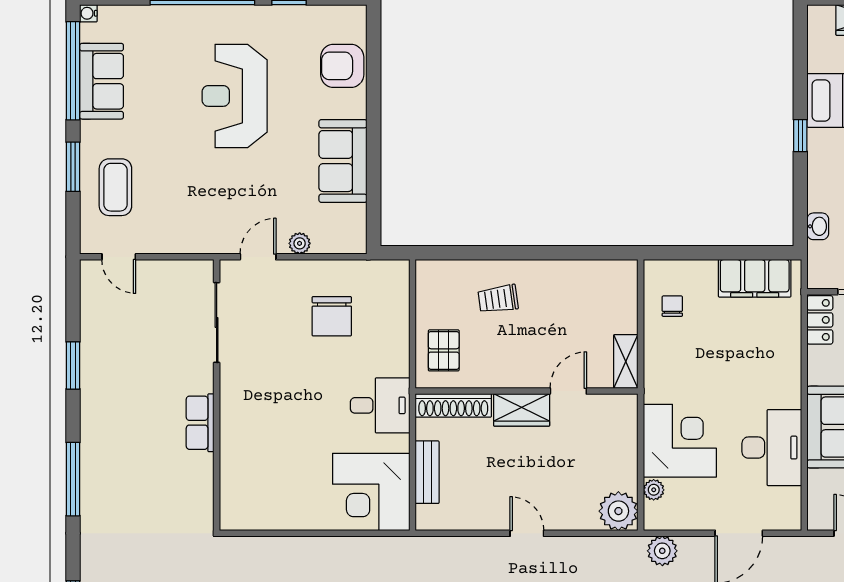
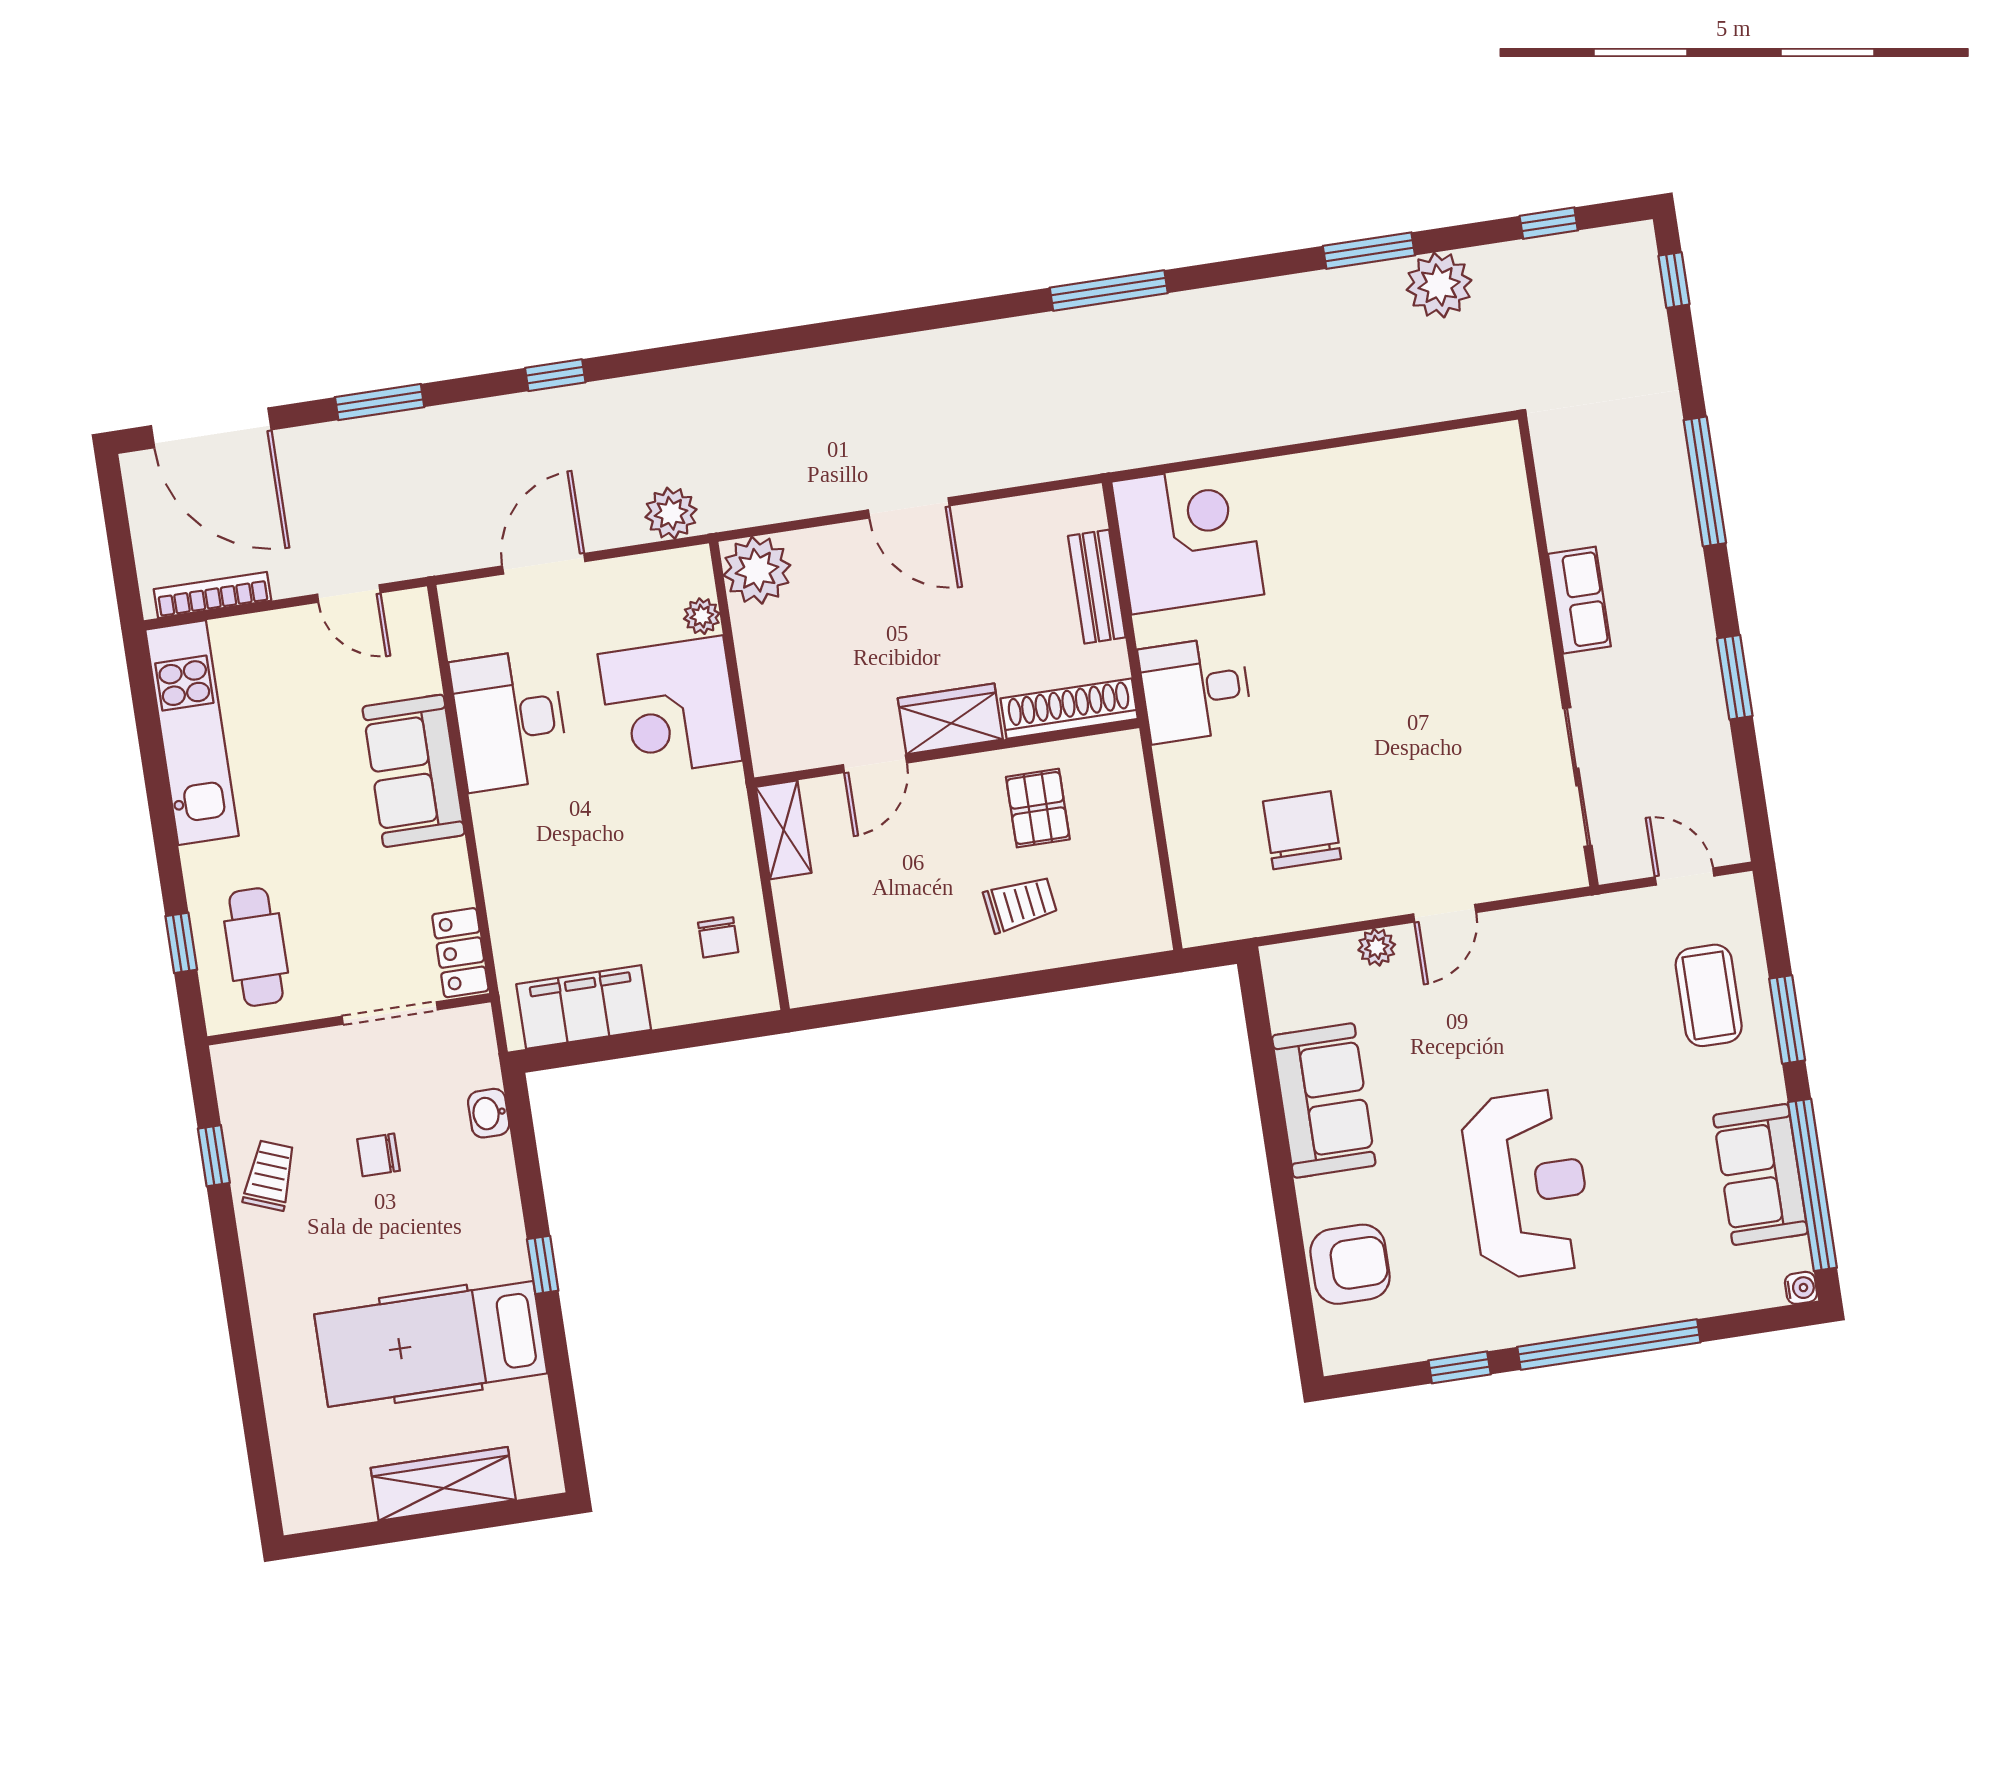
sliding door: (217, 323) -> (1577, 777), moved
pallet: (444, 350) -> (1038, 808), moved
wall: (217, 395) -> (1558, 652), moved
row of seats: (200, 423) -> (1579, 600), moved
door: (527, 533) -> (909, 508), width x1.38

